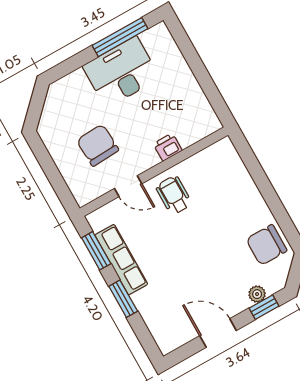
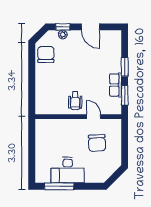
printer: (168, 147) -> (66, 124), removed
chair: (266, 245) -> (46, 54), turned -90
row of seats: (121, 260) -> (116, 85), width x0.68

